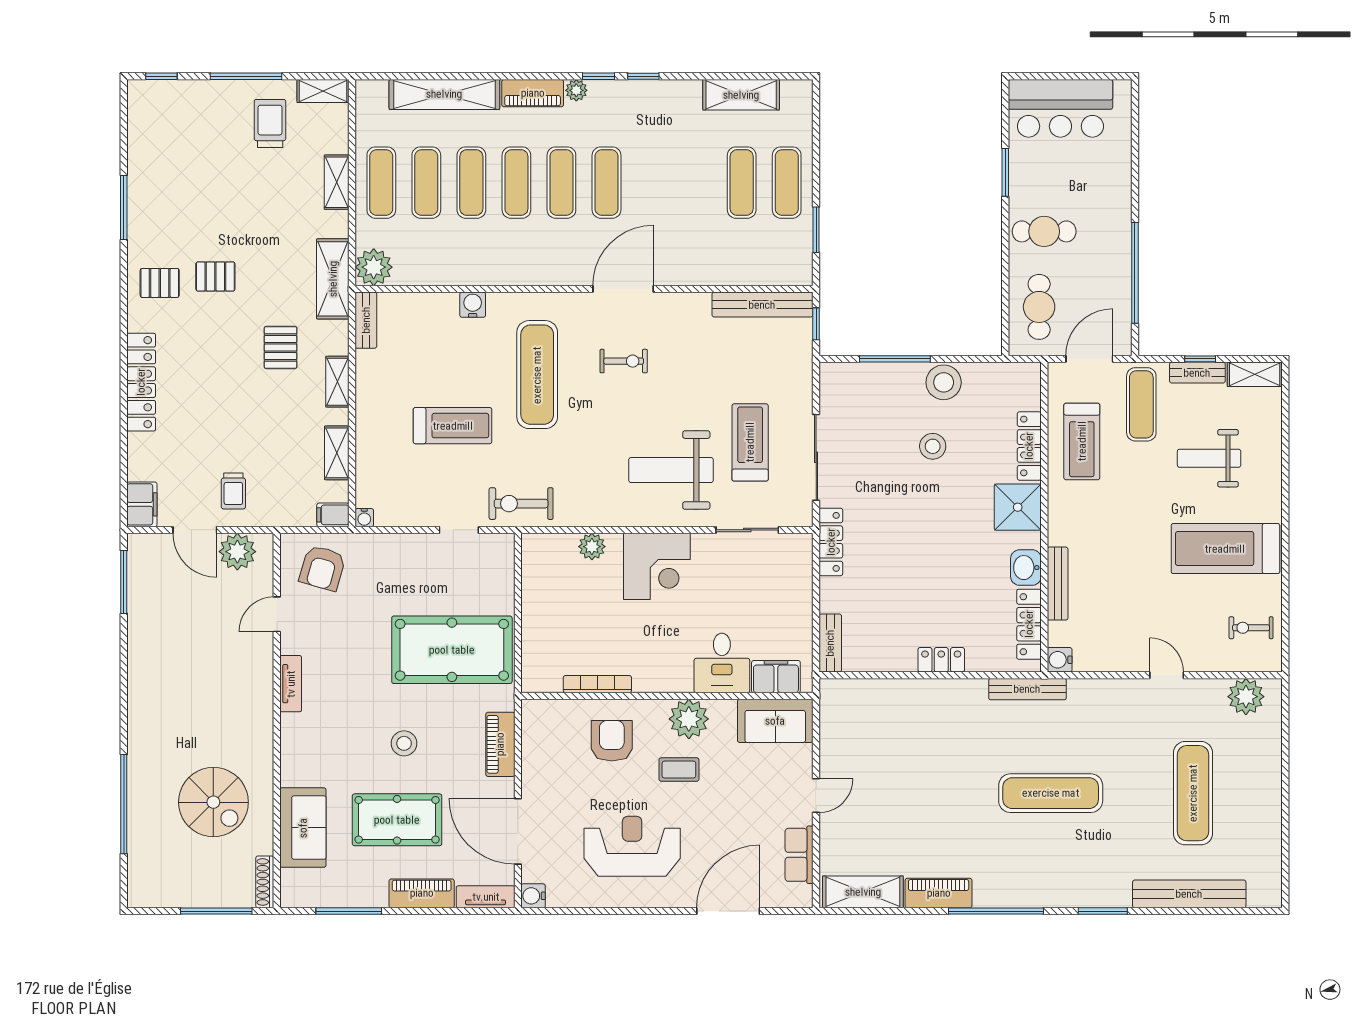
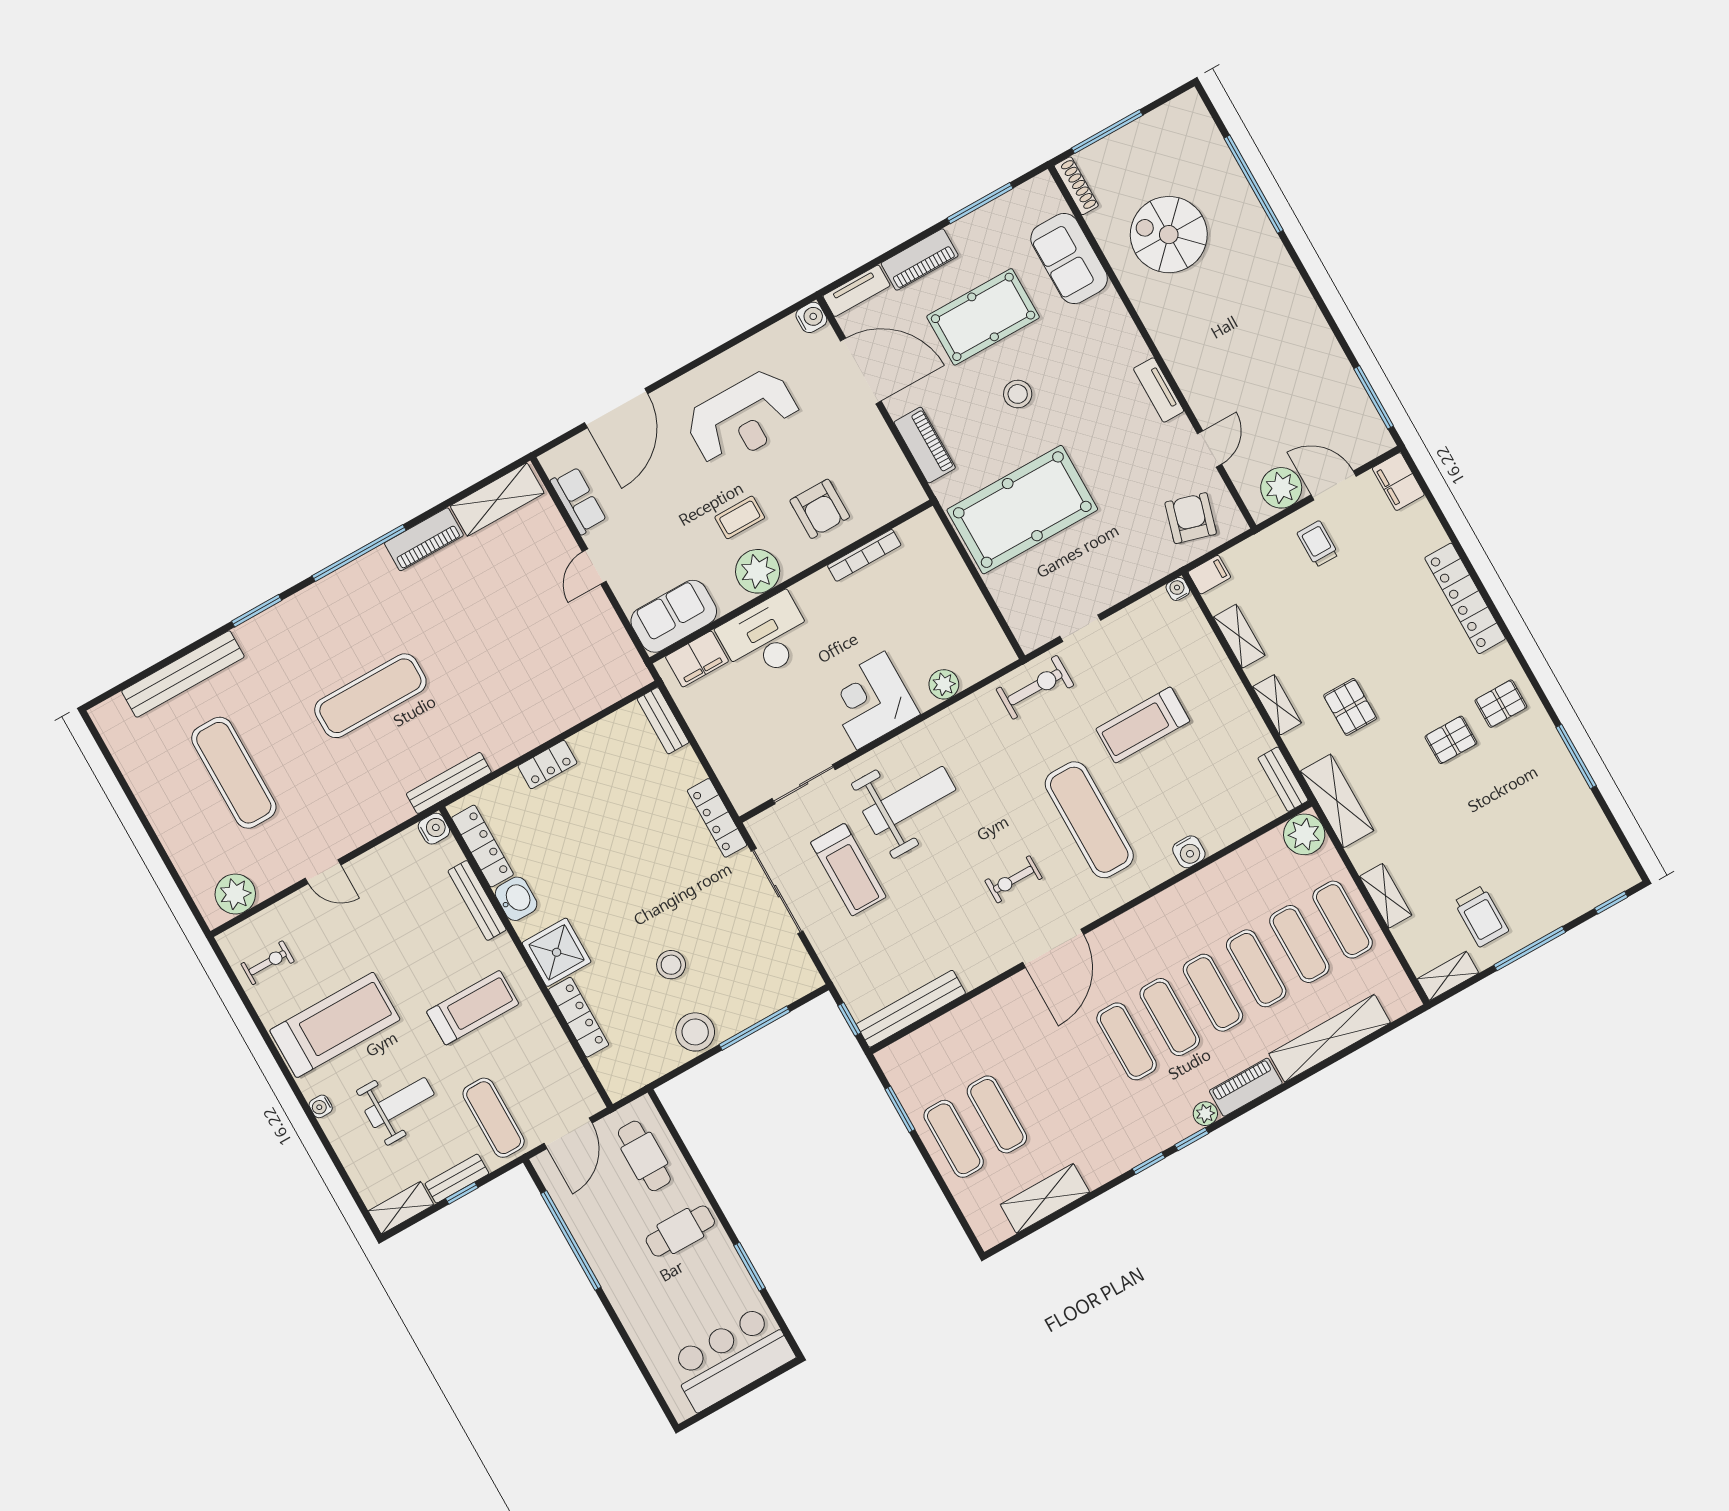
treadmill: (1082, 441) -> (473, 1008), moved, turned 90
water cooler: (1273, 490) -> (321, 1106), added
desk: (722, 663) -> (766, 637), width x1.37

